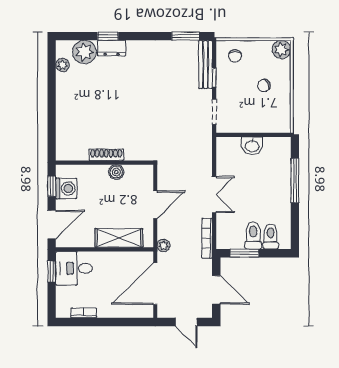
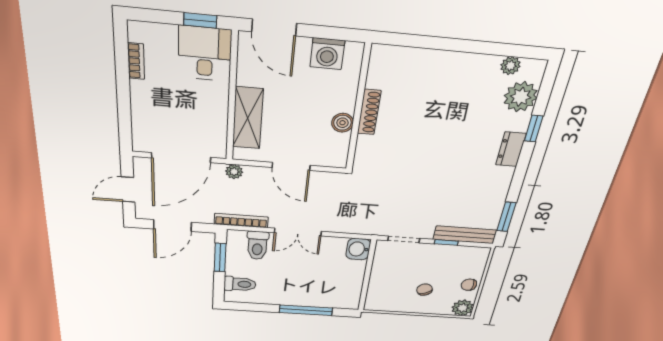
dresser: (112, 48) -> (511, 149), moved
chair: (235, 56) -> (469, 285), moved
washbasin: (252, 146) -> (358, 249), moved
window: (52, 186) -> (333, 33), removed
toilet: (253, 235) -> (257, 245), moved, turned 90
door: (155, 284) -> (181, 158), swing flipped

